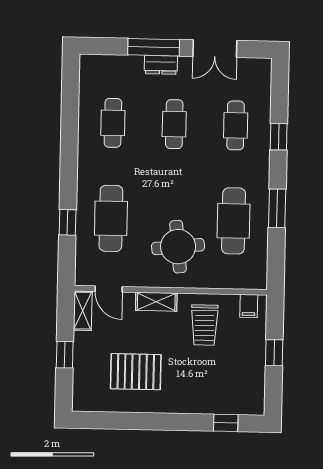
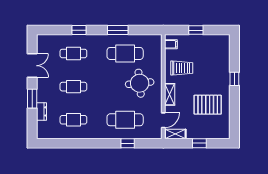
window: (154, 47) -> (32, 99), width x0.69
dresser: (161, 65) -> (42, 111), moved
pallet: (136, 372) -> (208, 105), turned 90
window: (226, 423) -> (234, 79), moved

